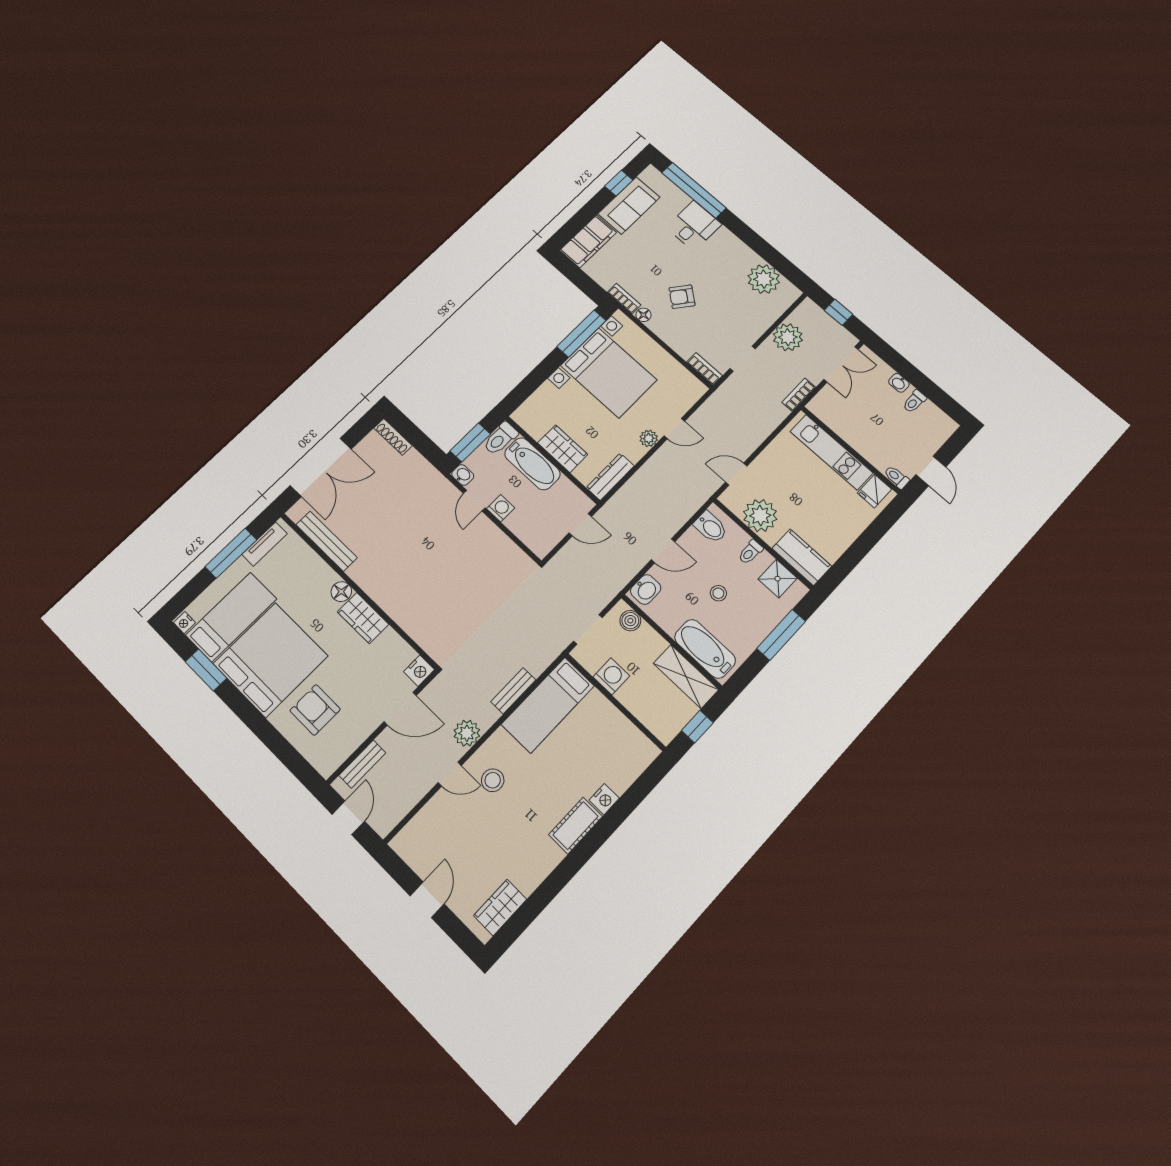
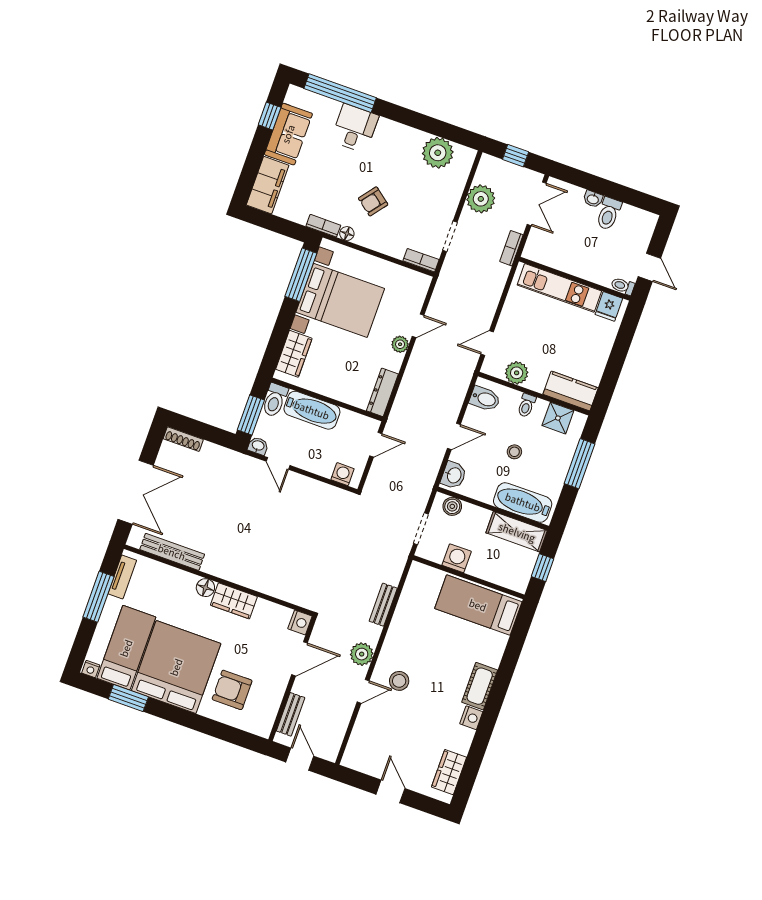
toilet: (914, 401) -> (609, 214), width x1.37, depth x1.39
wardrobe: (563, 449) -> (294, 354), moved, turned 90
washing machine: (501, 508) -> (343, 474), moved
plant: (760, 516) -> (517, 373), width x0.73, depth x0.73
bed: (548, 705) -> (478, 605), moved, turned 90
nightstand: (604, 799) -> (471, 718), moved

